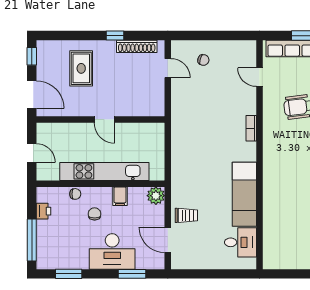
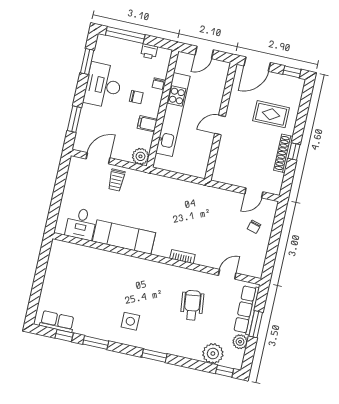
shoe rack: (137, 46) -> (283, 153), moved
desk: (112, 251) -> (103, 85), moved

